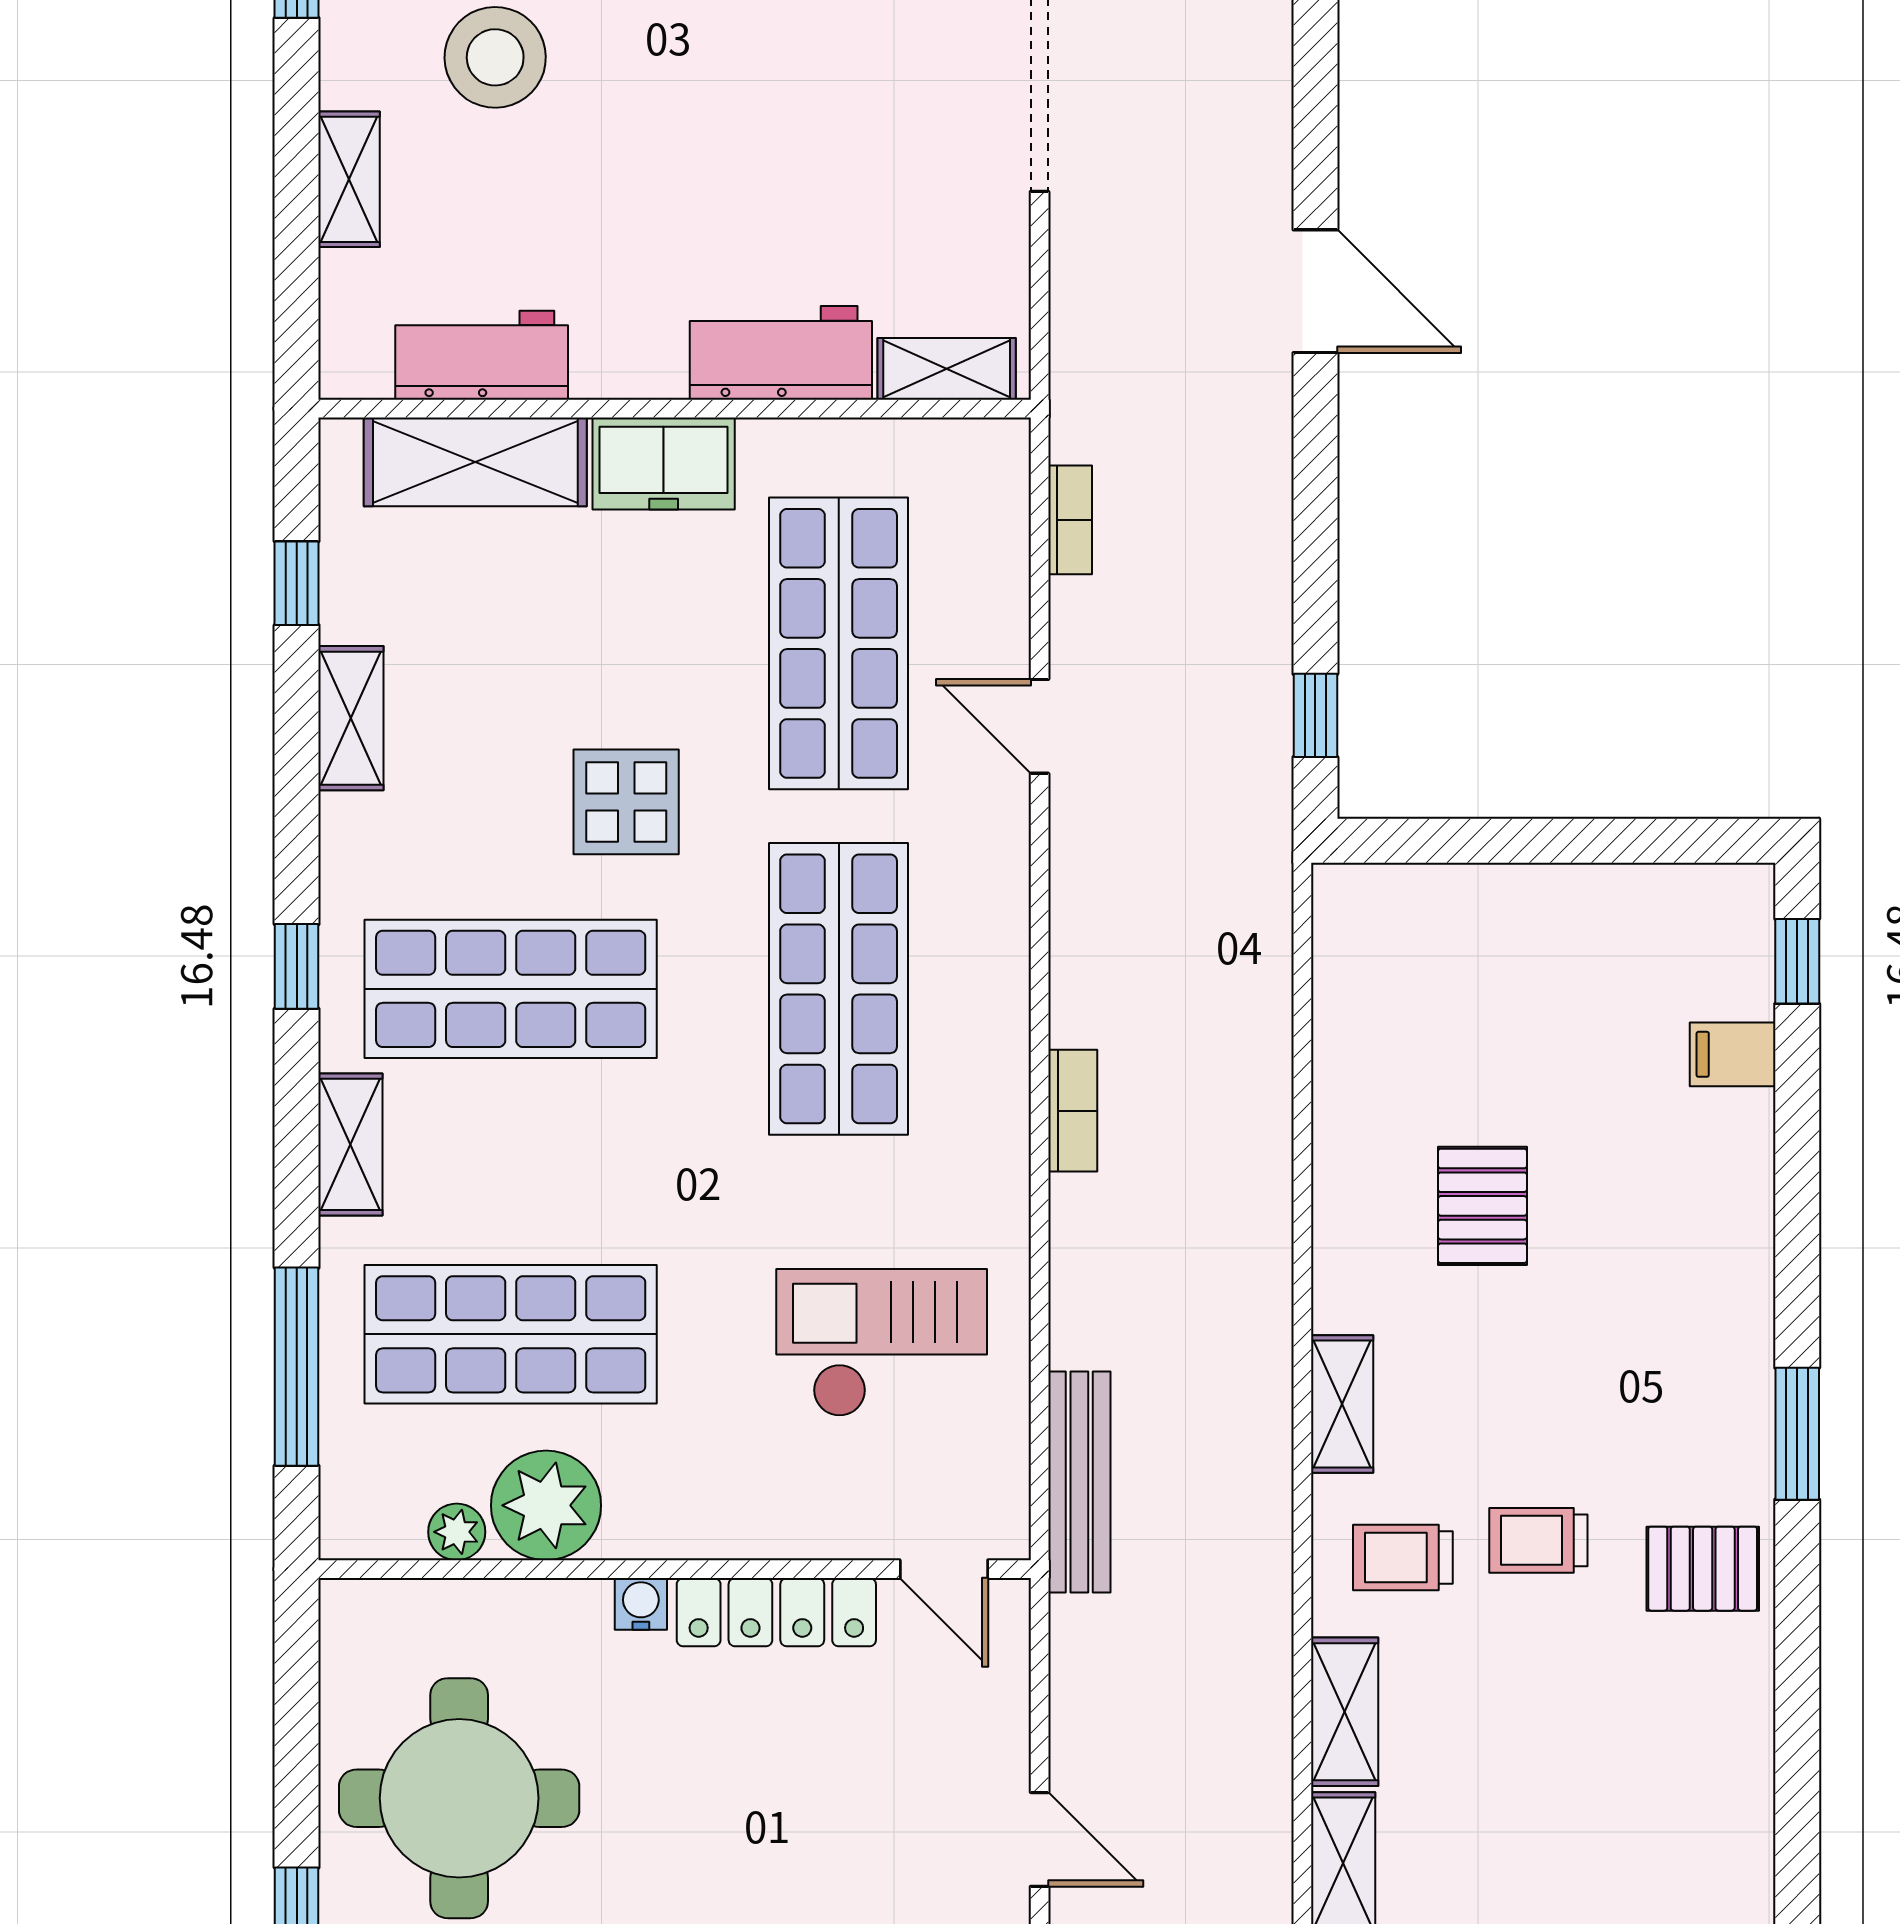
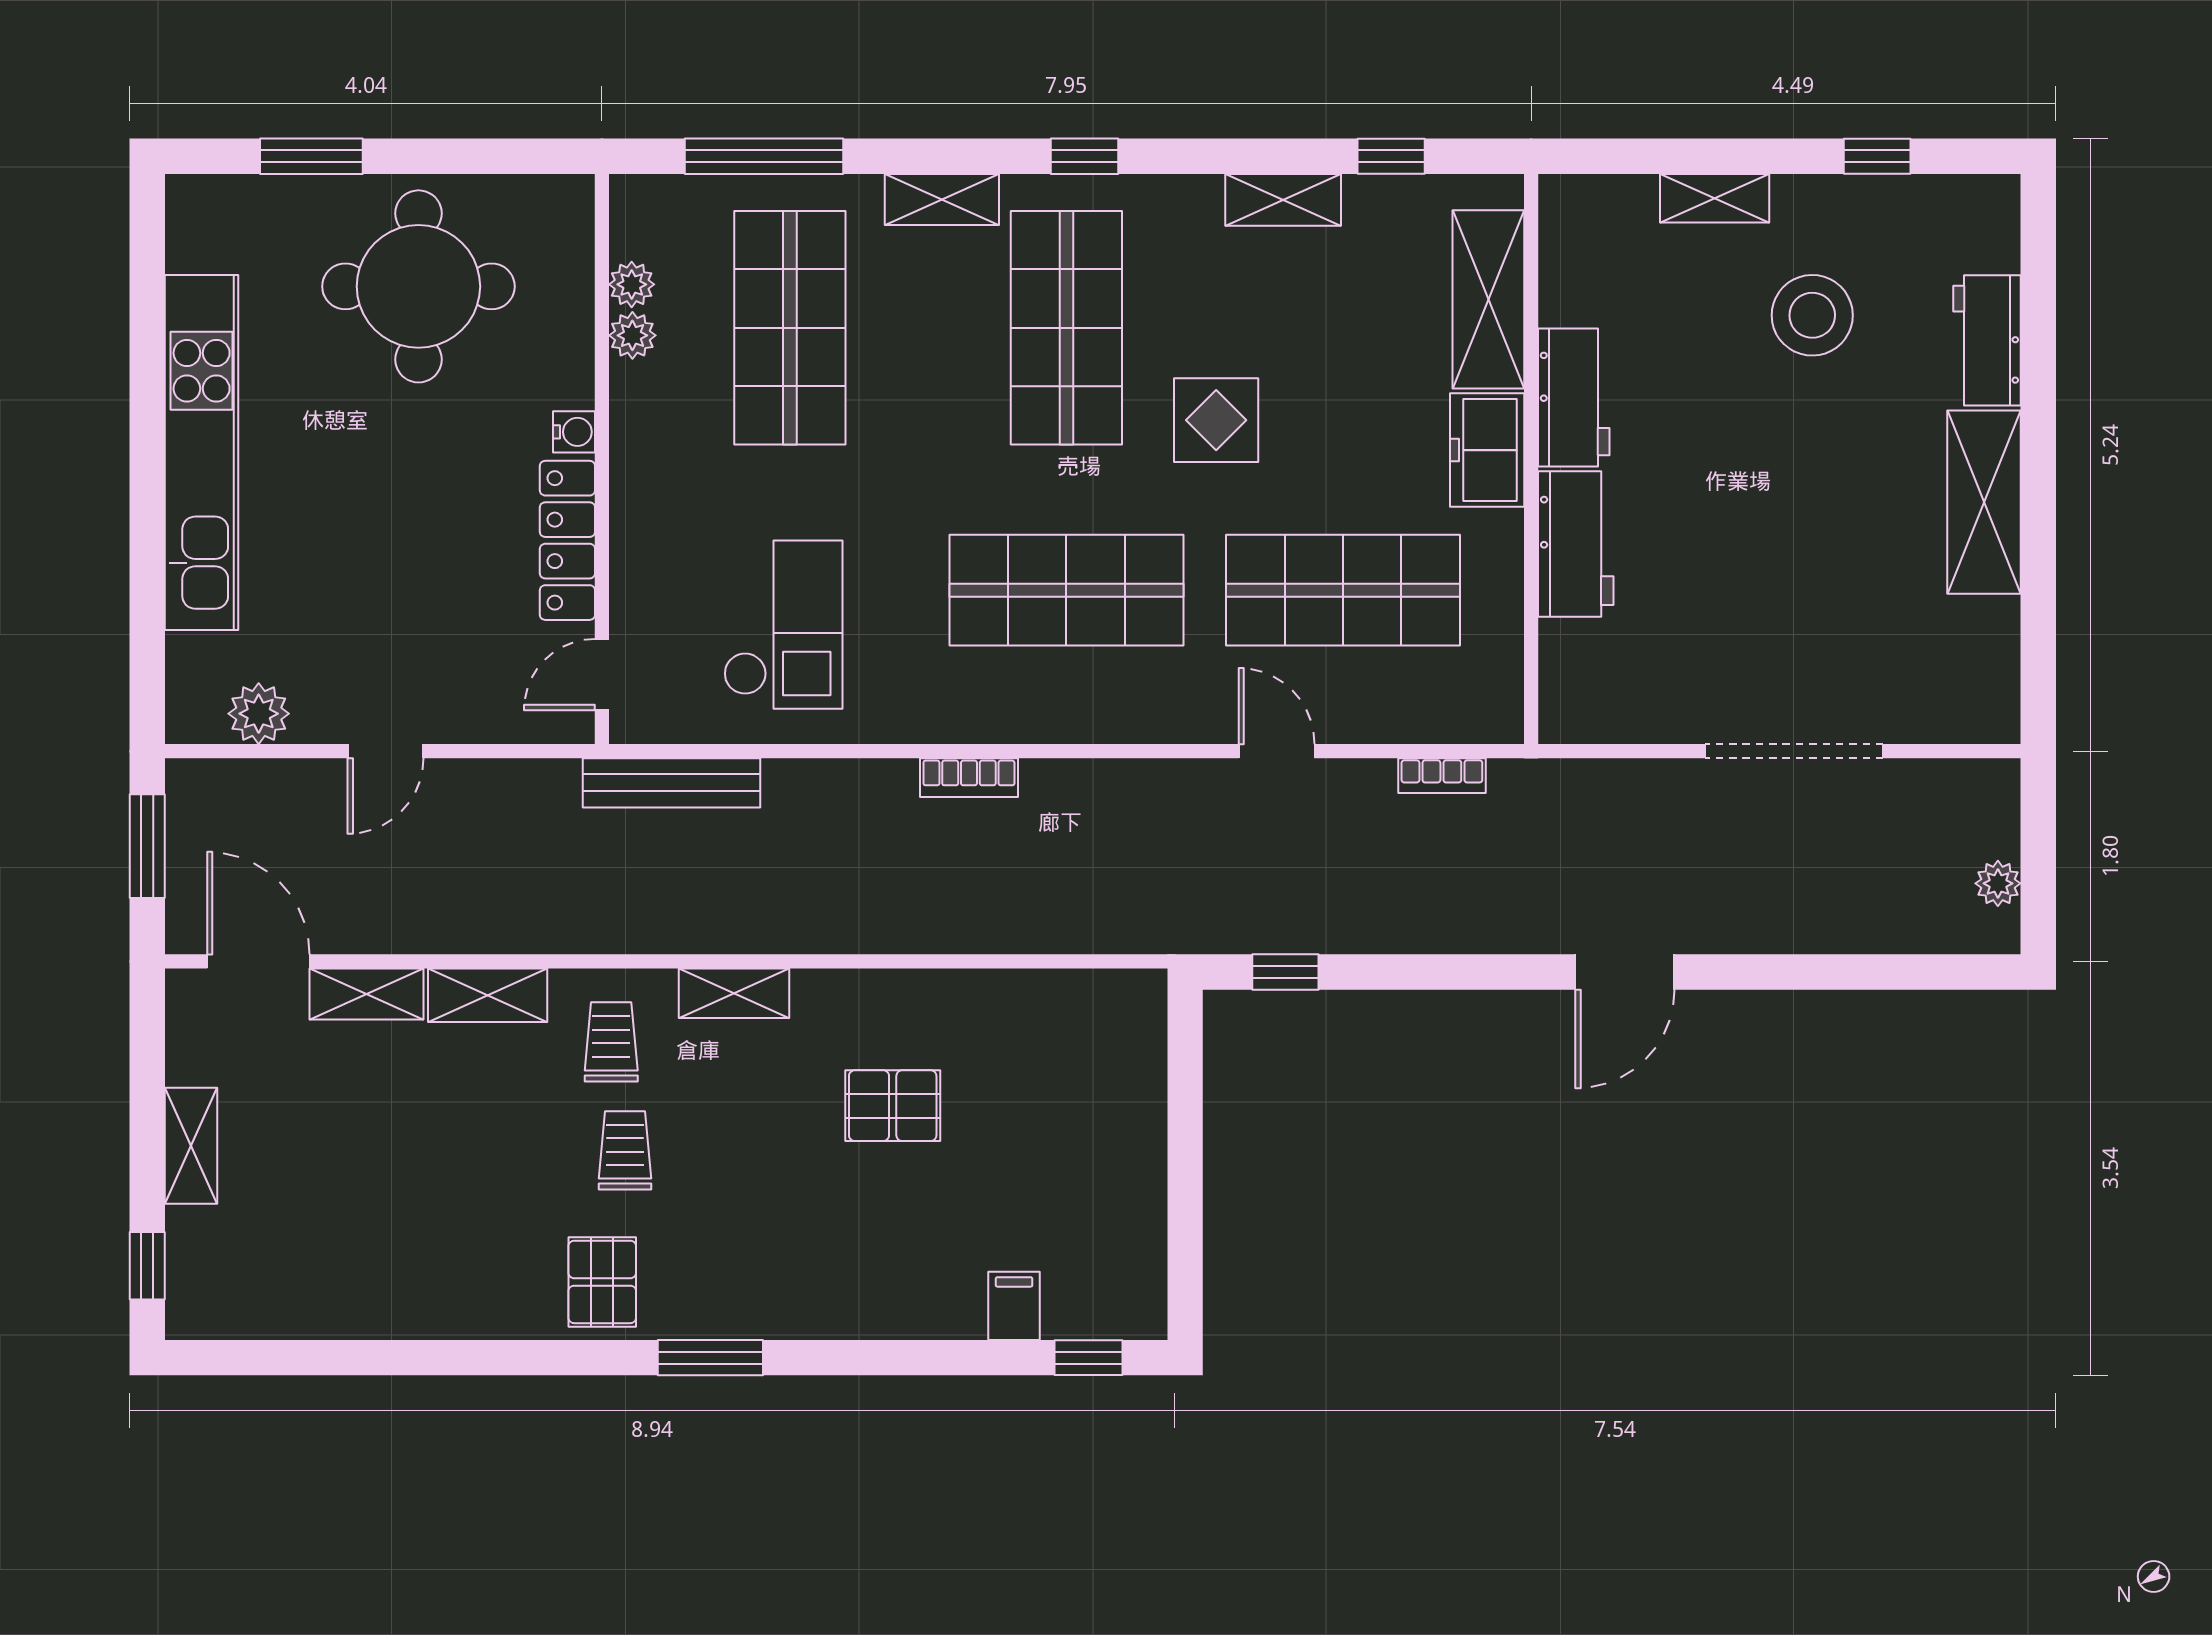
workbench: (482, 355) -> (1574, 398), moved
shelving: (947, 369) -> (1563, 677), removed
door: (1040, 726) -> (1277, 751), hinge flipped
plant: (546, 1505) -> (632, 335), width x0.53, depth x0.53

